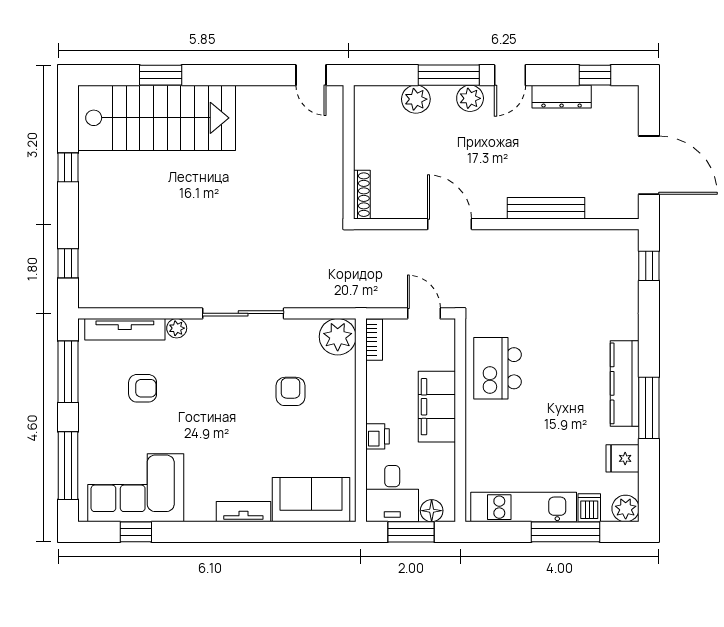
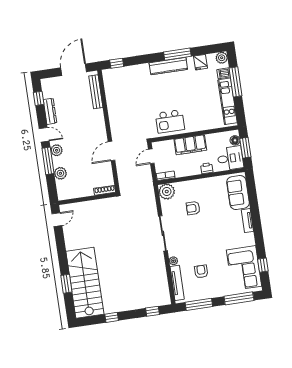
bench: (546, 208) -> (96, 92), moved

